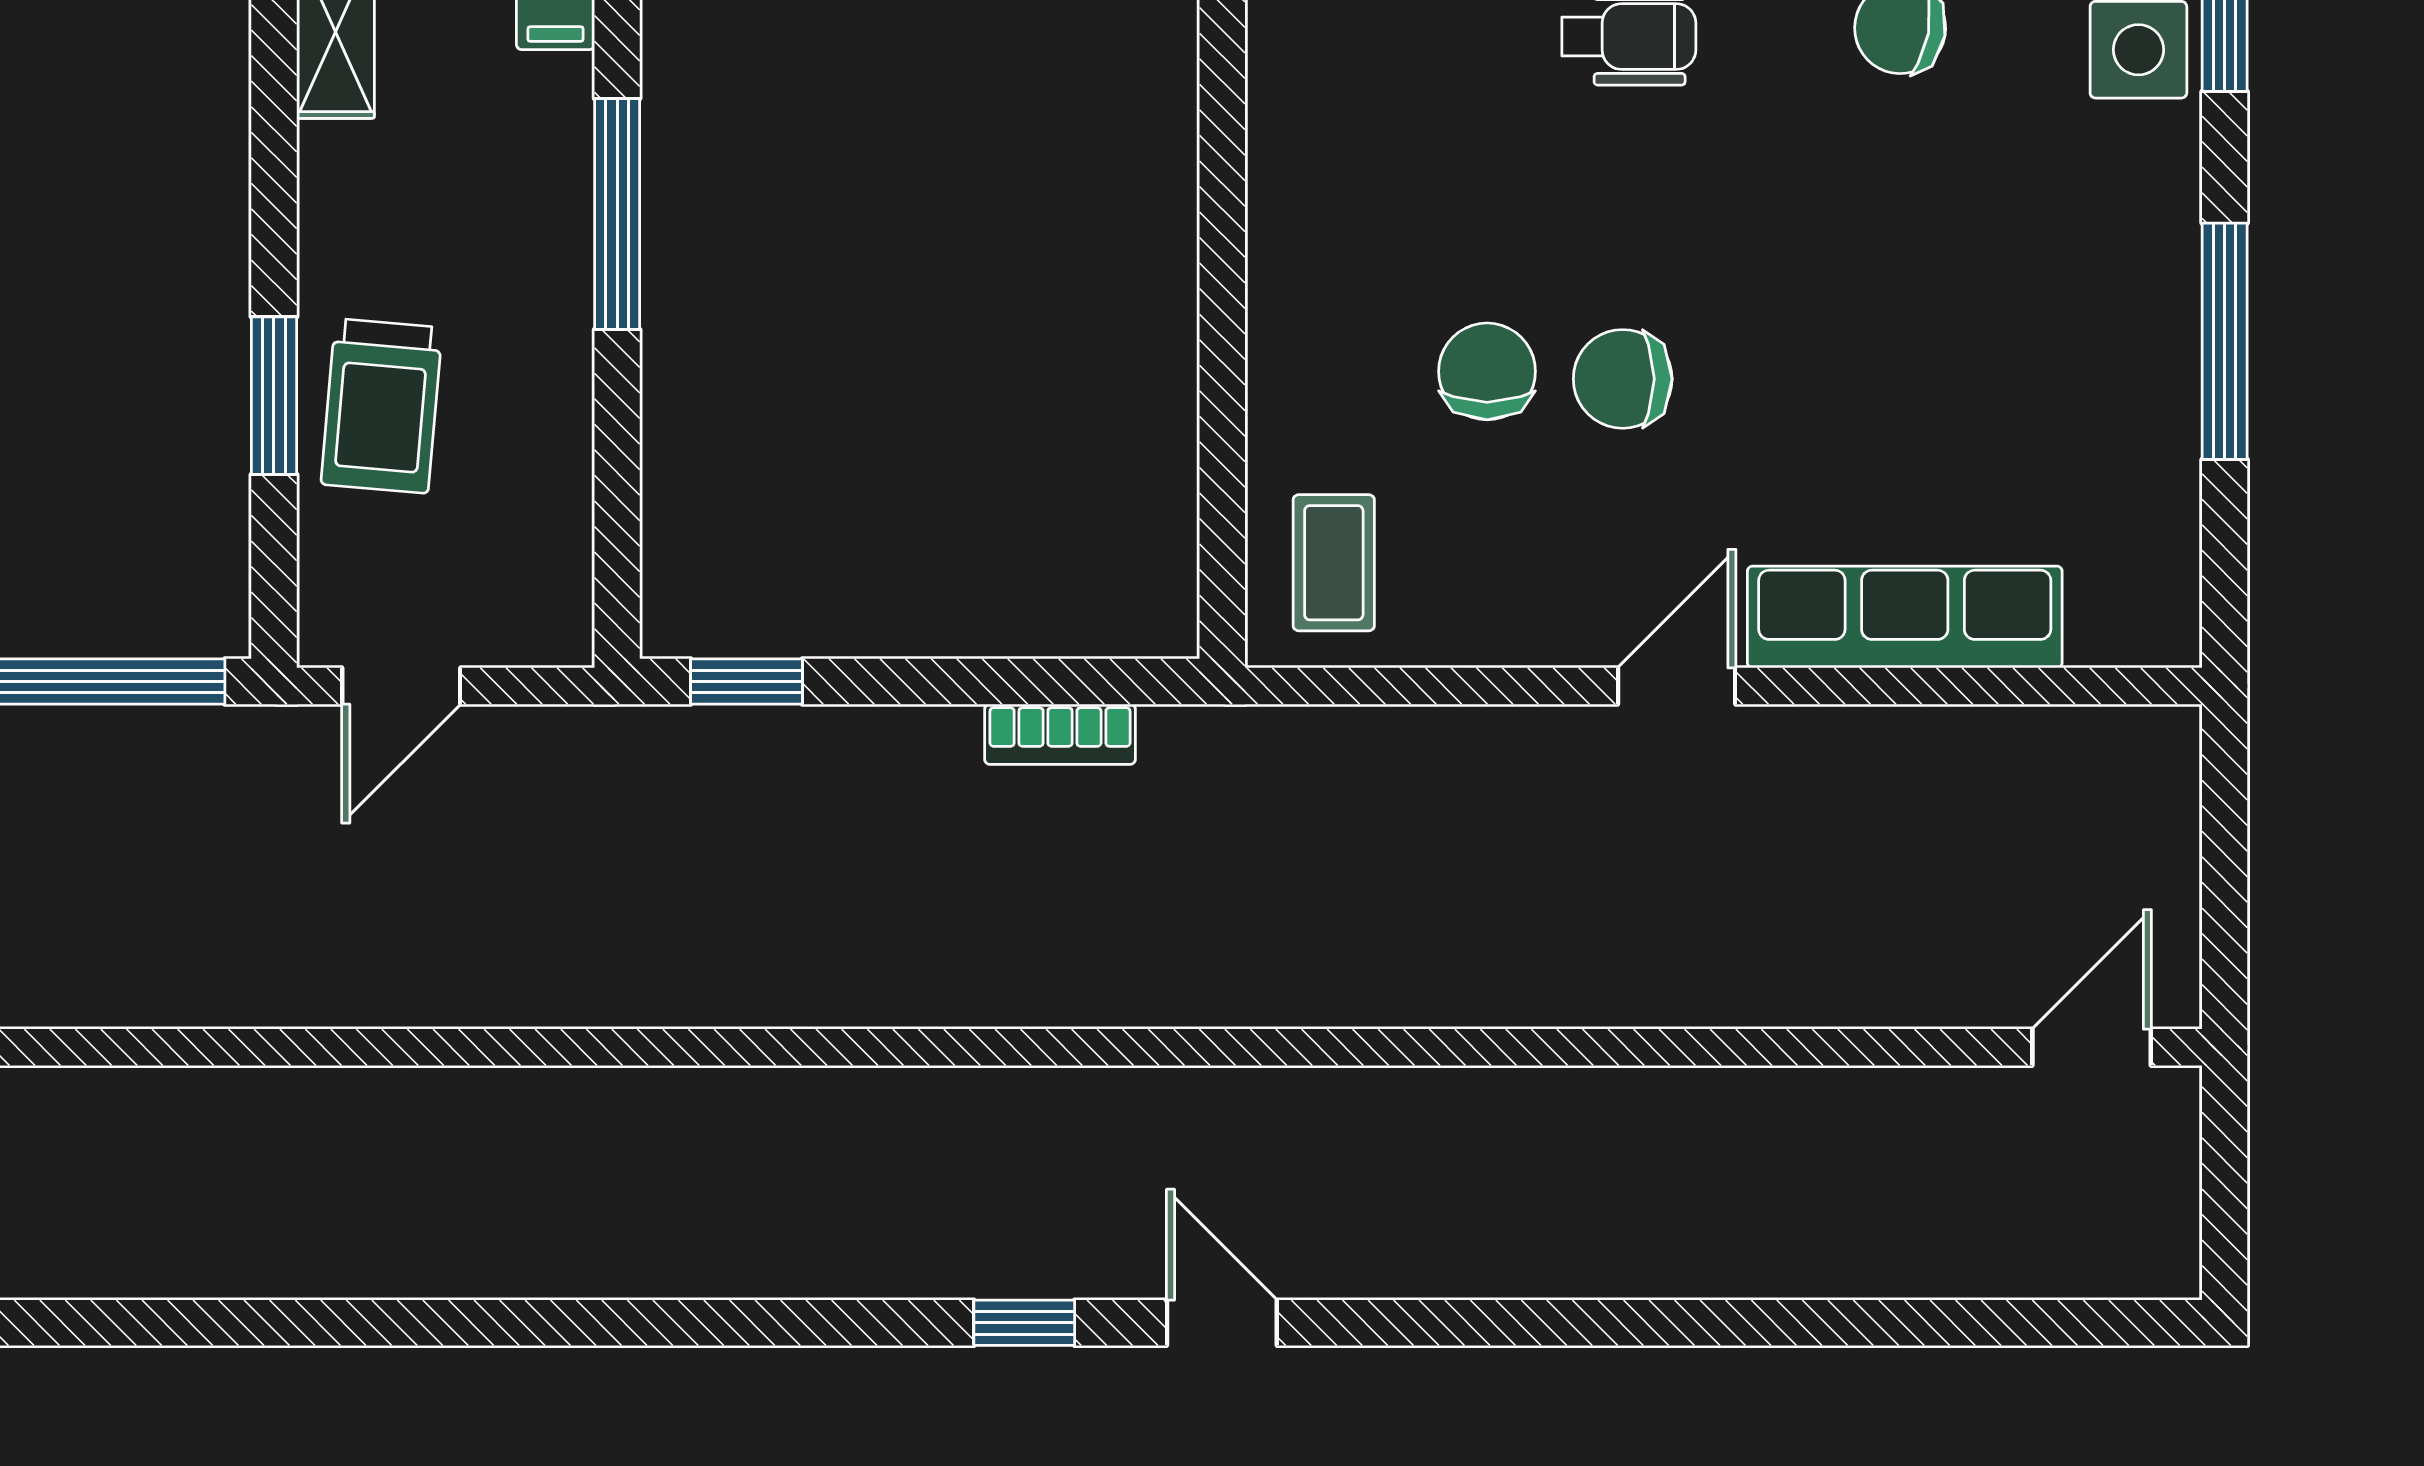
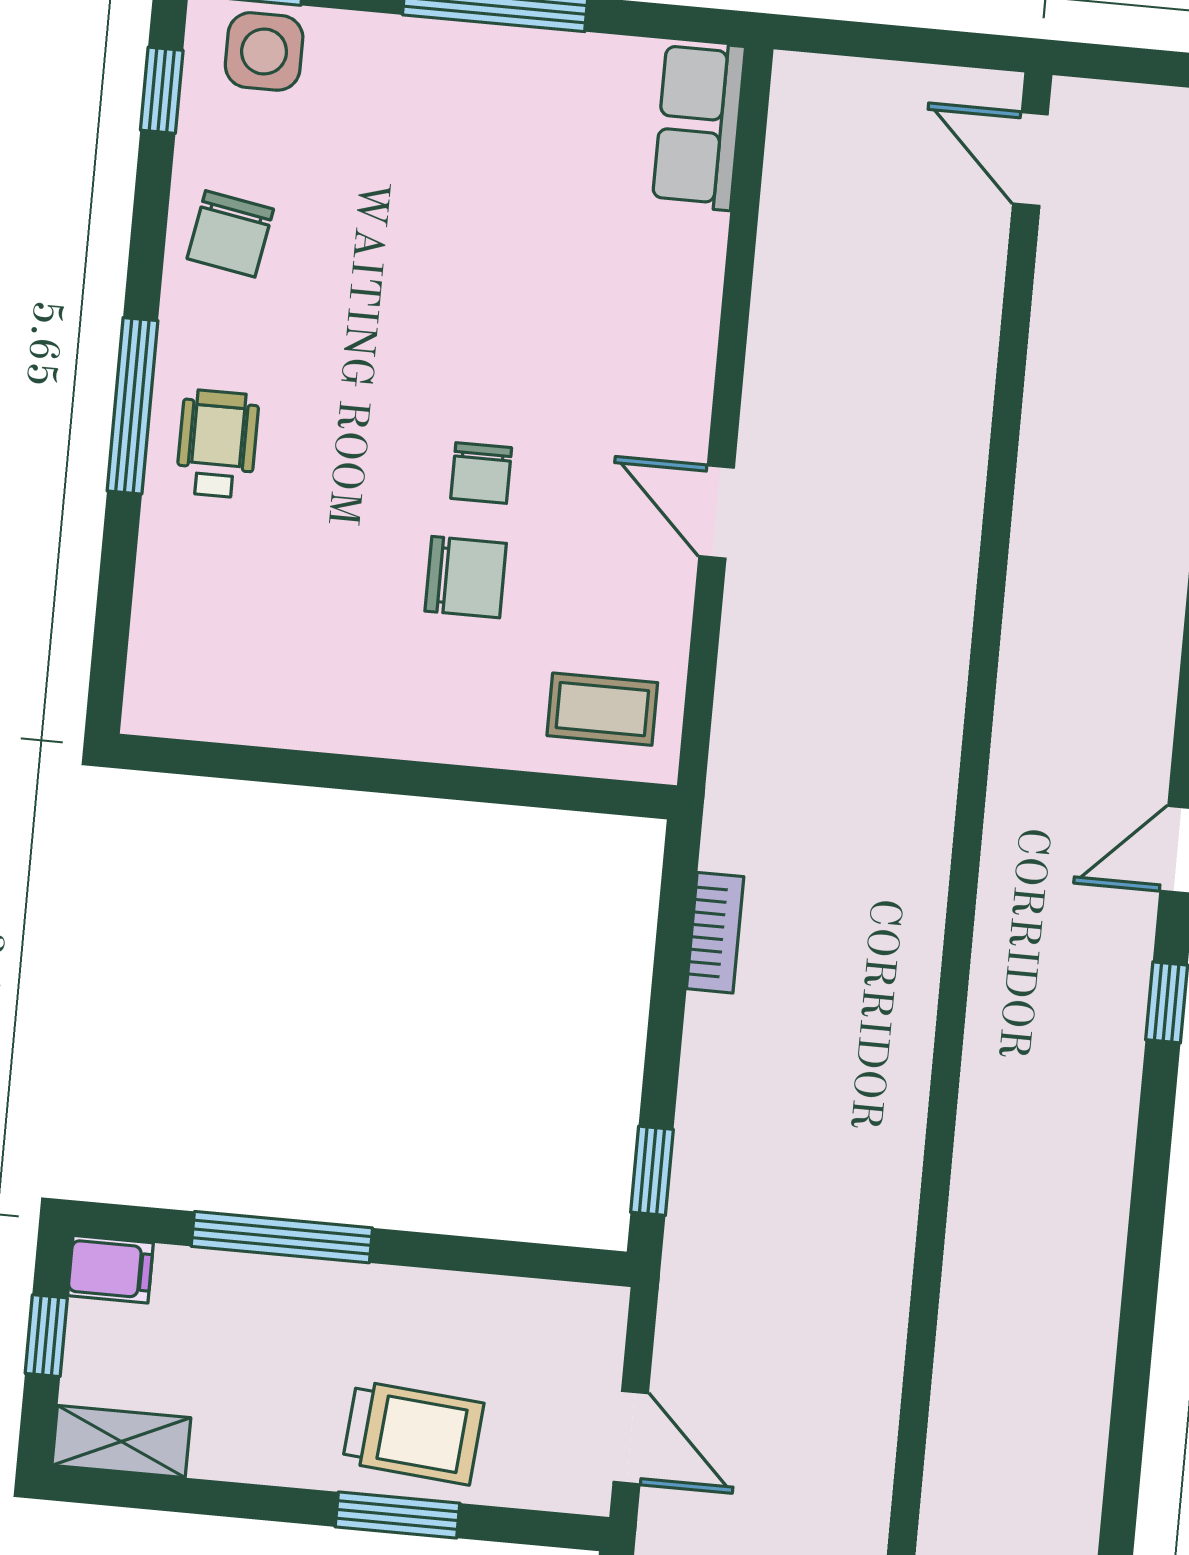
chair: (1487, 371) -> (466, 577), turned 180
chair: (1623, 379) -> (481, 473), width x0.73, depth x0.73
row of seats: (1905, 617) -> (699, 125), moved, width x0.68
door: (1677, 686) -> (717, 512), moved

